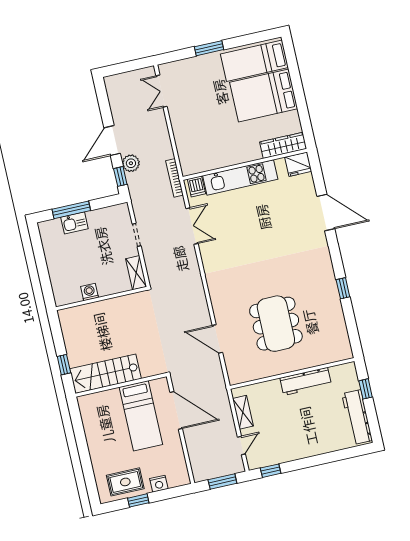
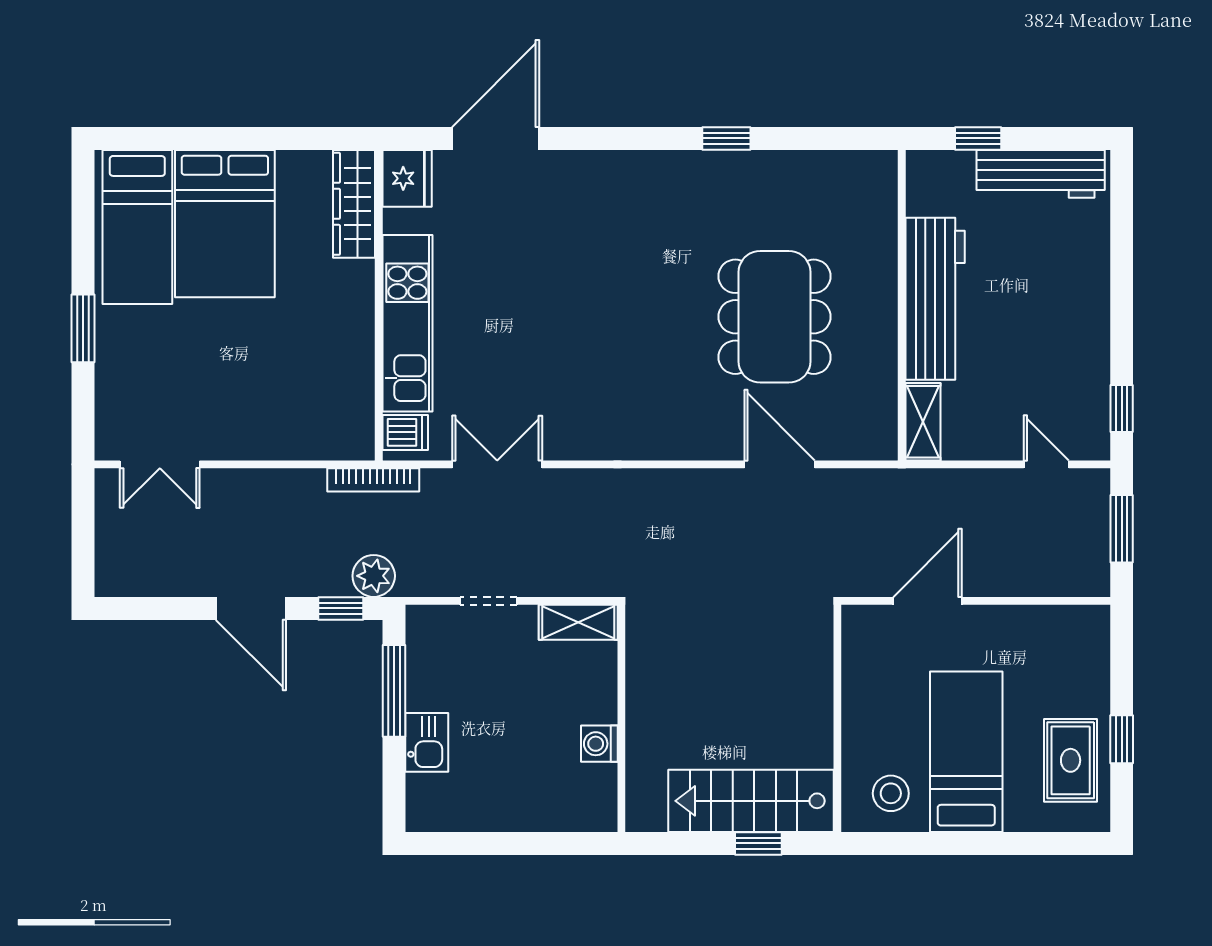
plant: (131, 163) -> (374, 576), moved
window: (71, 210) -> (394, 691), moved
door: (326, 212) -> (496, 138), moved
dining table: (276, 324) -> (775, 317), turned 90
door: (217, 339) -> (780, 464), swing flipped
stairs: (105, 374) -> (751, 801), moved, turned 90
workbench: (306, 381) -> (935, 299), width x1.36, depth x1.32
door: (176, 410) -> (927, 601), width x0.73
shelving: (243, 412) -> (923, 422), moved, turned 90
stool: (96, 413) -> (891, 793), added
bed: (141, 416) -> (966, 752), moved, turned -90
nightstand: (159, 484) -> (1093, 681), removed

